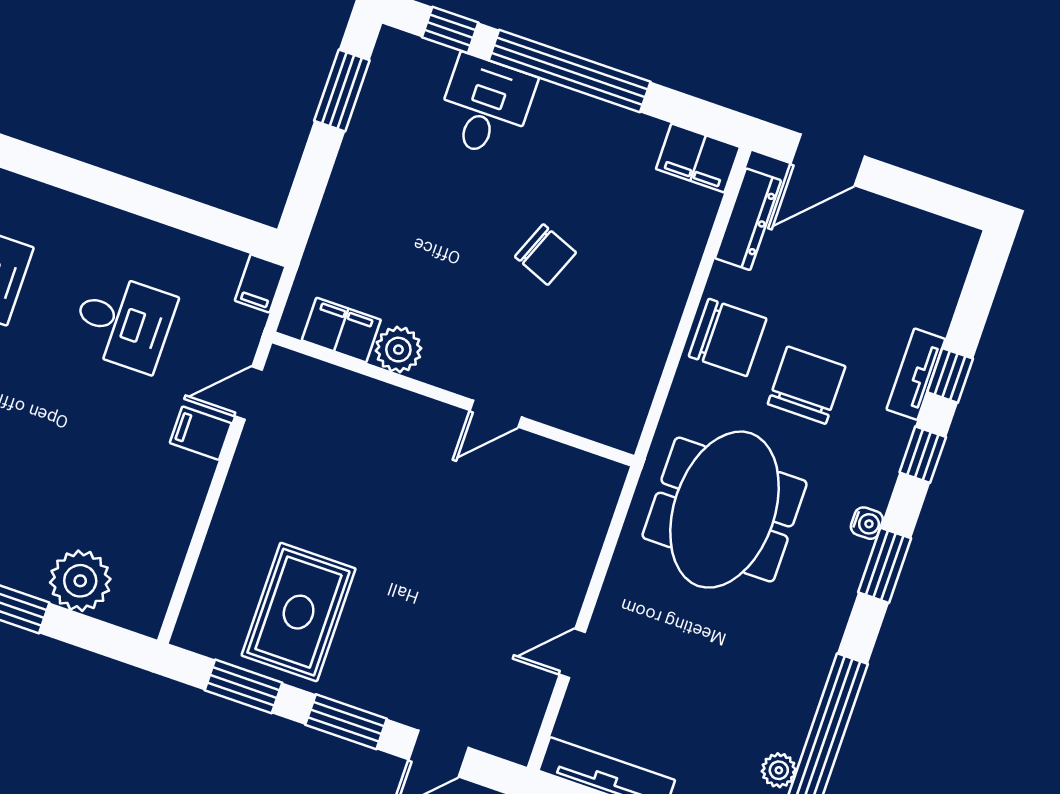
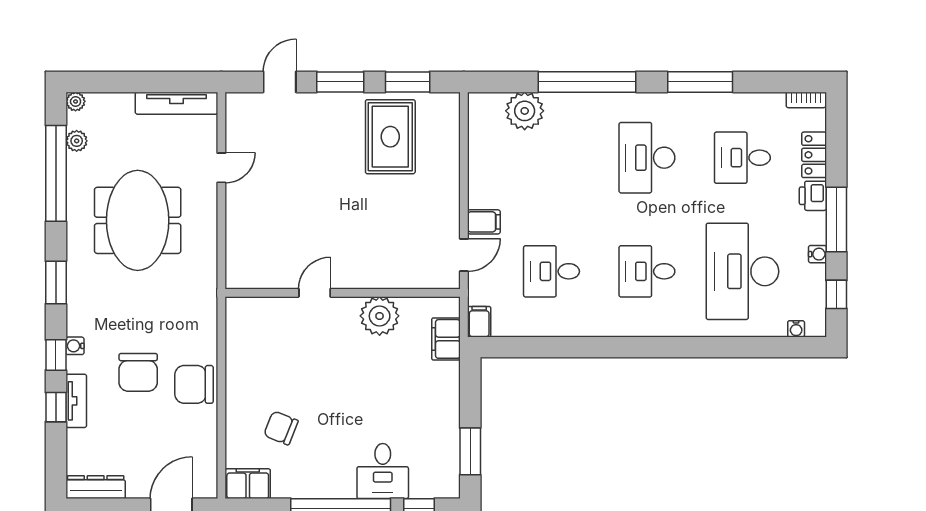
dresser: (748, 219) -> (96, 487), moved, turned 90
chair: (545, 255) -> (281, 428), moved
filing cabinet: (341, 330) -> (446, 339), moved, turned 90
plant: (398, 350) -> (380, 316), width x1.36, depth x1.36
meeting table: (725, 510) -> (138, 220), moved
water cooler: (867, 523) -> (75, 346), moved

